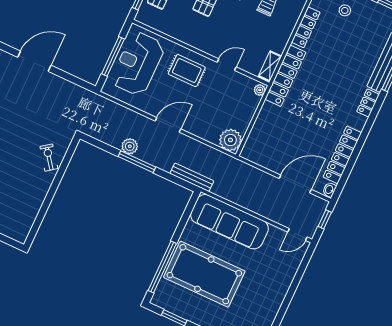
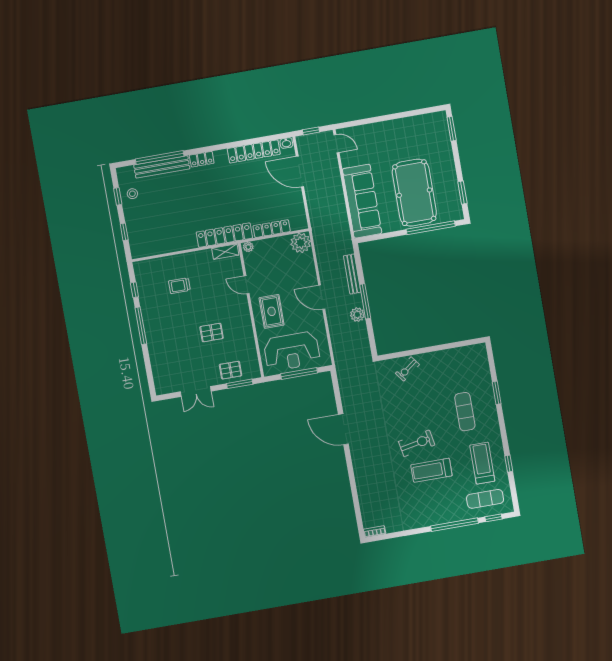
stool: (345, 10) -> (132, 194), moved
locker: (306, 27) -> (272, 229), moved
bench: (192, 177) -> (352, 274), moved

